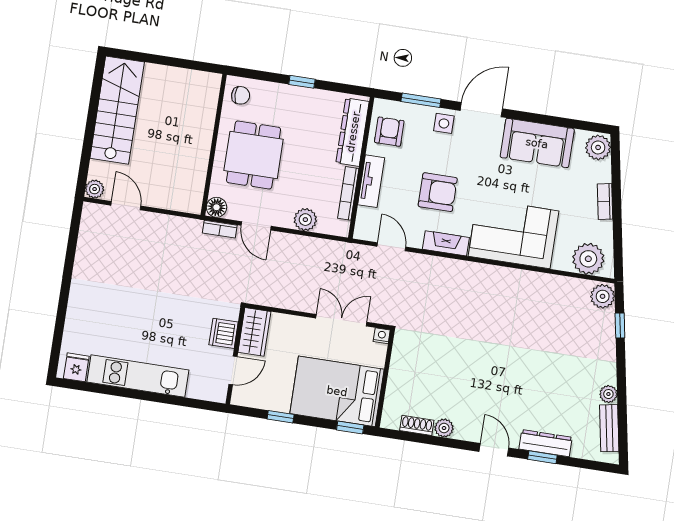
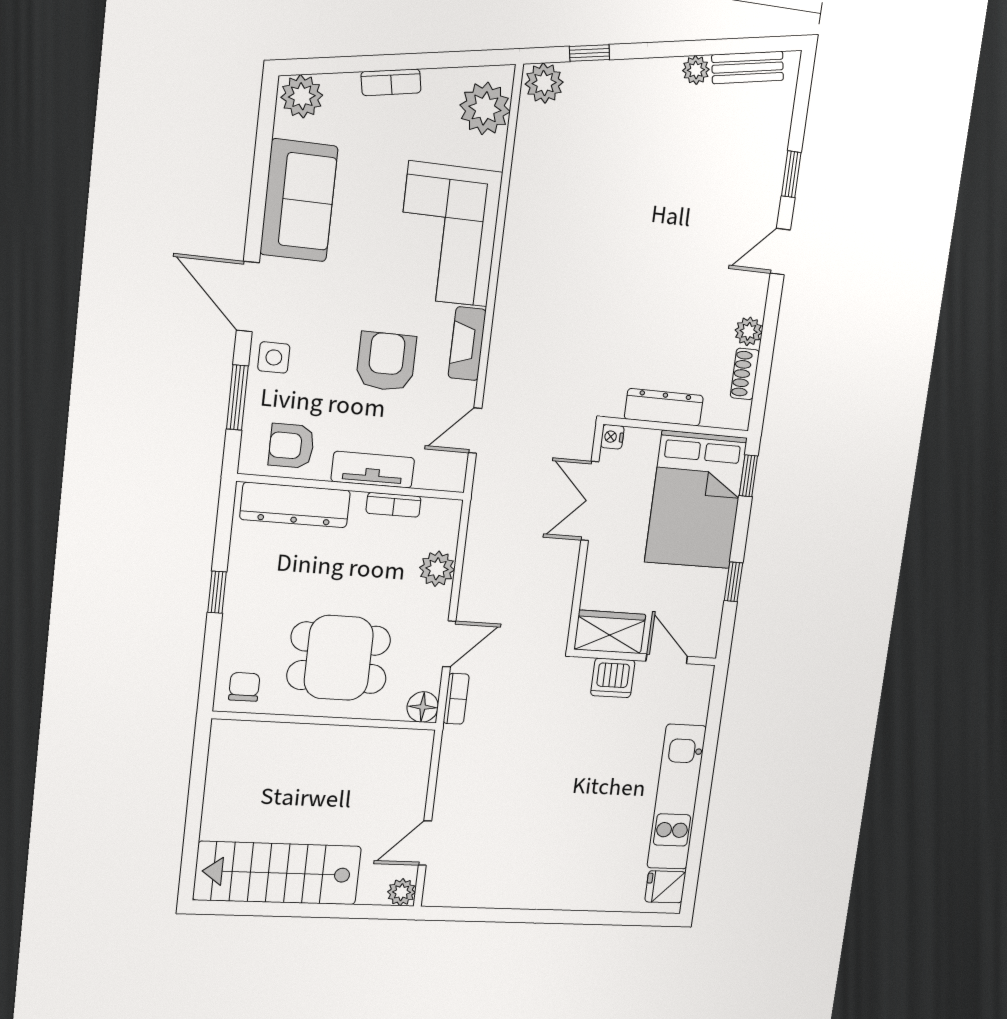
bookcase: (348, 193) -> (394, 505), width x0.64
dresser: (546, 443) -> (664, 407), moved, turned 90

